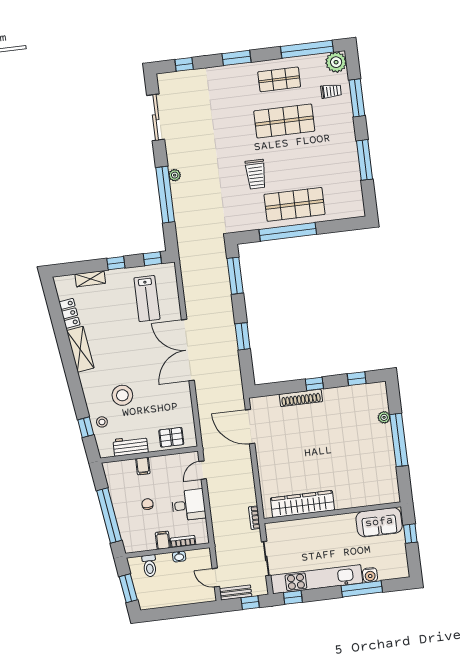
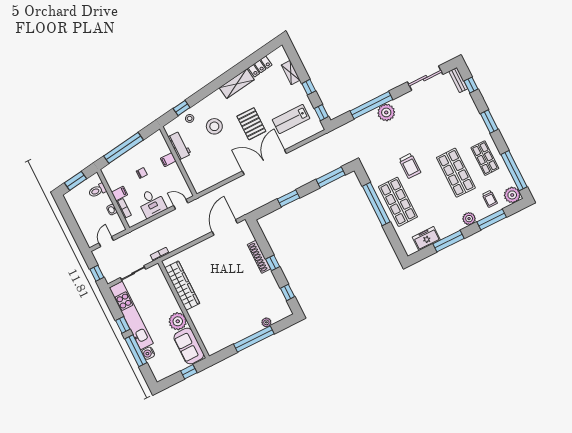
plant: (346, 125) -> (469, 219), added
trolley: (256, 174) -> (410, 166), turned -90
plant: (175, 175) -> (386, 112), width x1.87, depth x1.87
freezer: (352, 186) -> (426, 239), added
pallet: (171, 437) -> (251, 124), moved, width x1.50, depth x1.42
plant: (344, 525) -> (178, 321), added
bench: (236, 593) -> (458, 80), moved
window: (293, 597) -> (123, 325), moved

